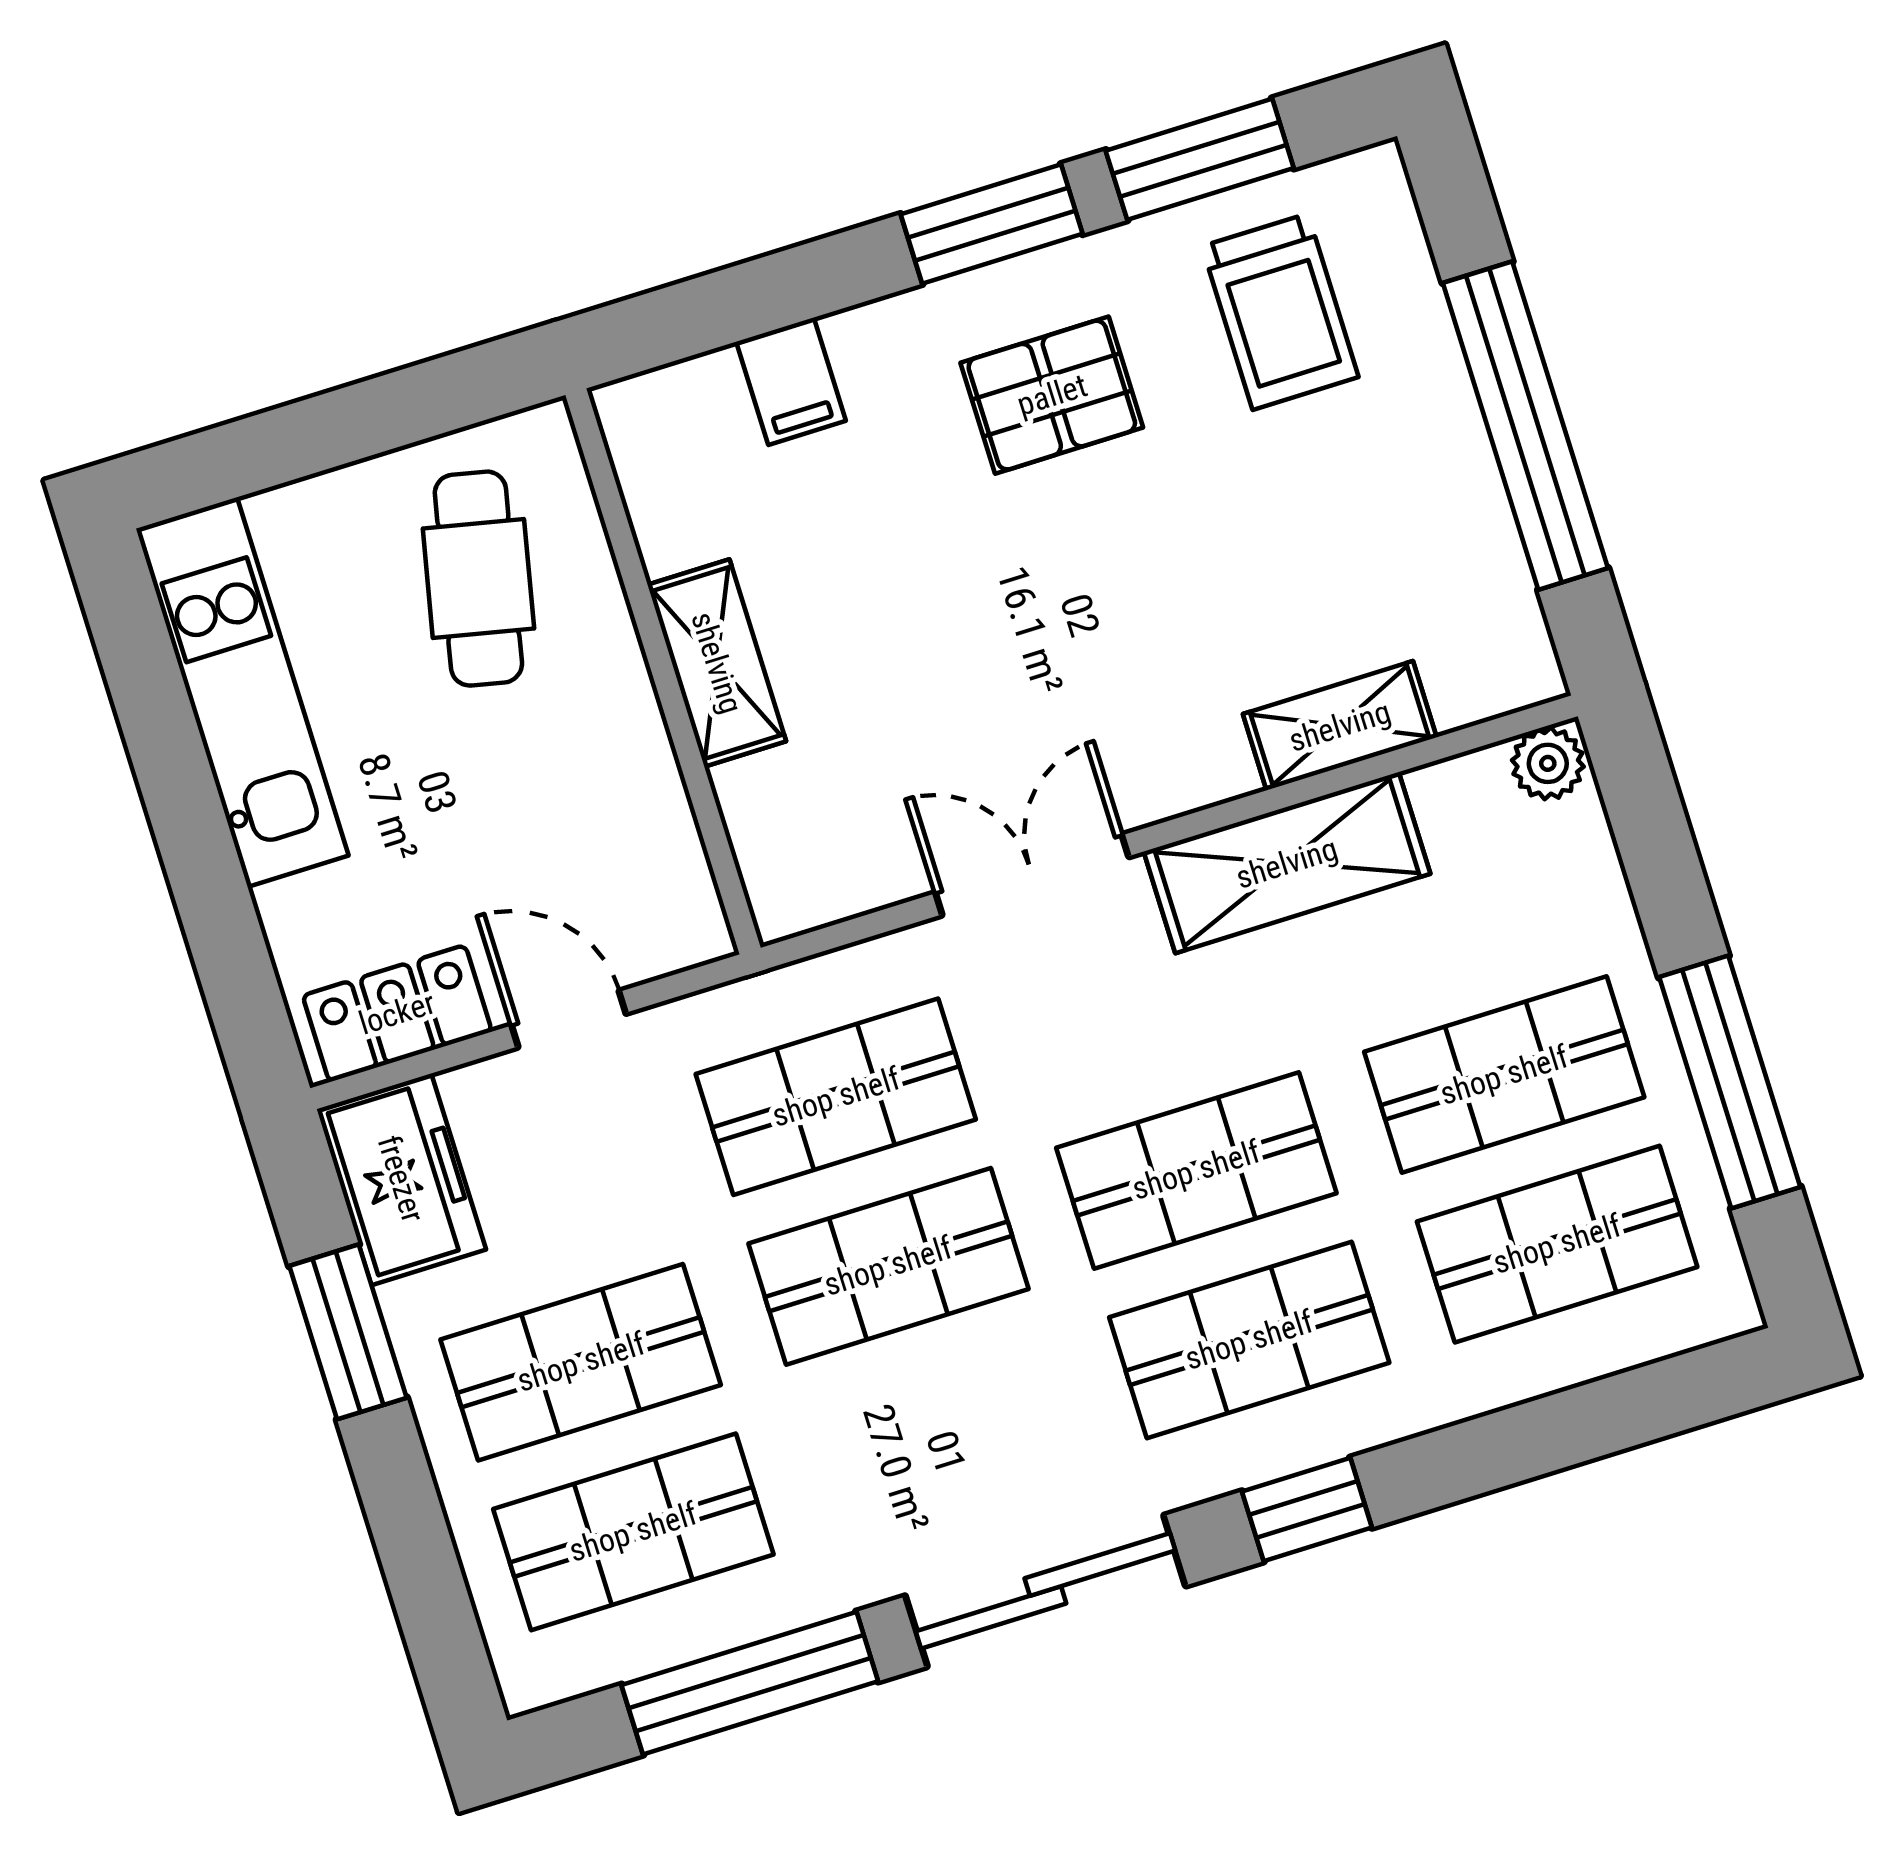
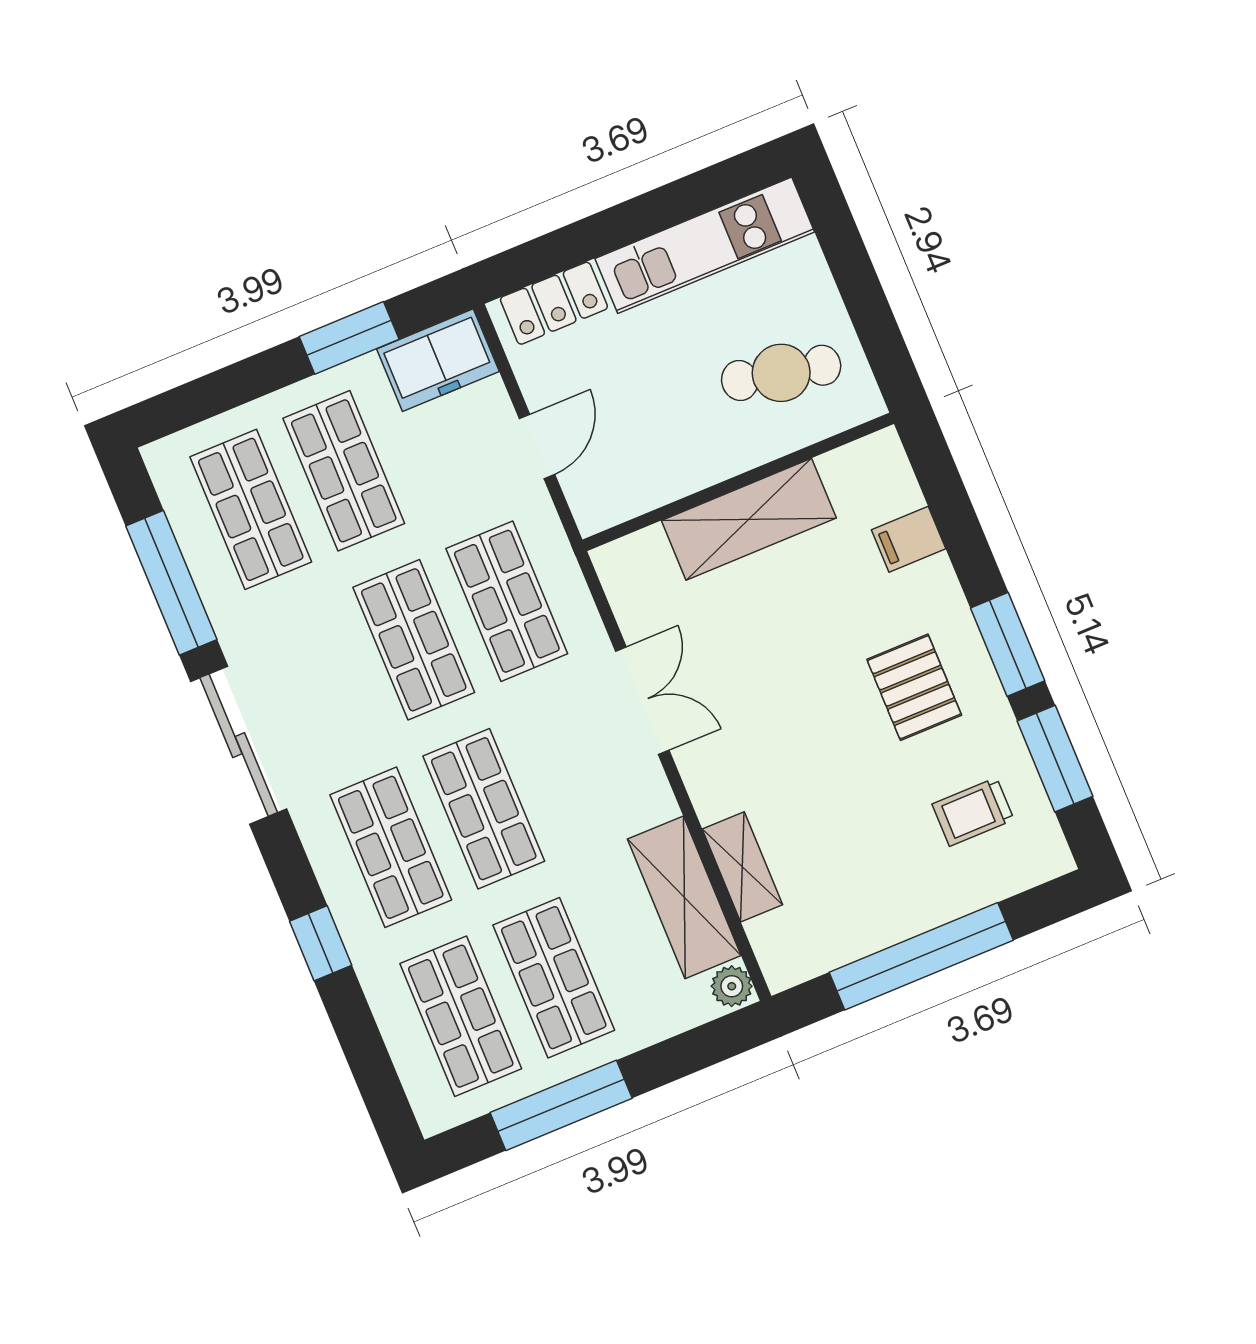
trolley: (1280, 312) -> (973, 812), width x0.73, depth x0.72
shelving: (717, 663) -> (749, 519), width x1.50, depth x1.33
shelving: (1287, 863) -> (684, 897), moved
locker: (397, 1013) -> (554, 303), moved, turned 90
window: (1307, 1509) -> (321, 943), moved

